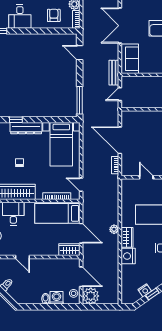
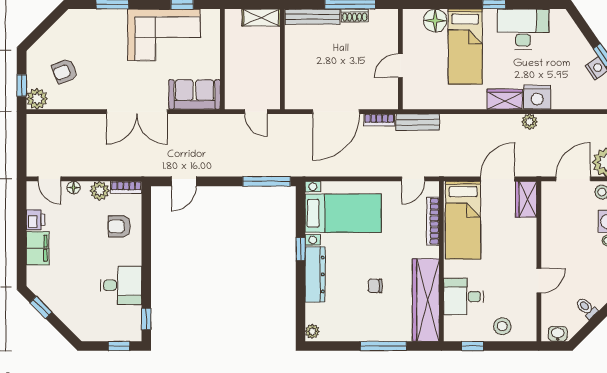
bench: (114, 73) -> (418, 122), moved
window: (16, 120) -> (301, 249), moved
plant: (114, 229) -> (529, 122), moved

